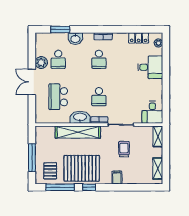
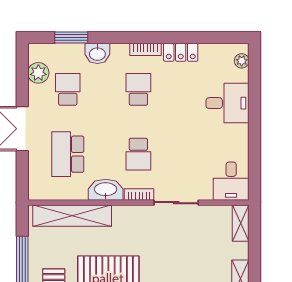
locker: (139, 38) -> (181, 52), moved
school desk: (58, 59) -> (68, 89), turned 180
school desk: (99, 59) -> (138, 89), turned 180
plant: (41, 63) -> (38, 73), moved
shelving: (78, 132) -> (72, 216), moved
trolley: (124, 149) -> (182, 245), removed

